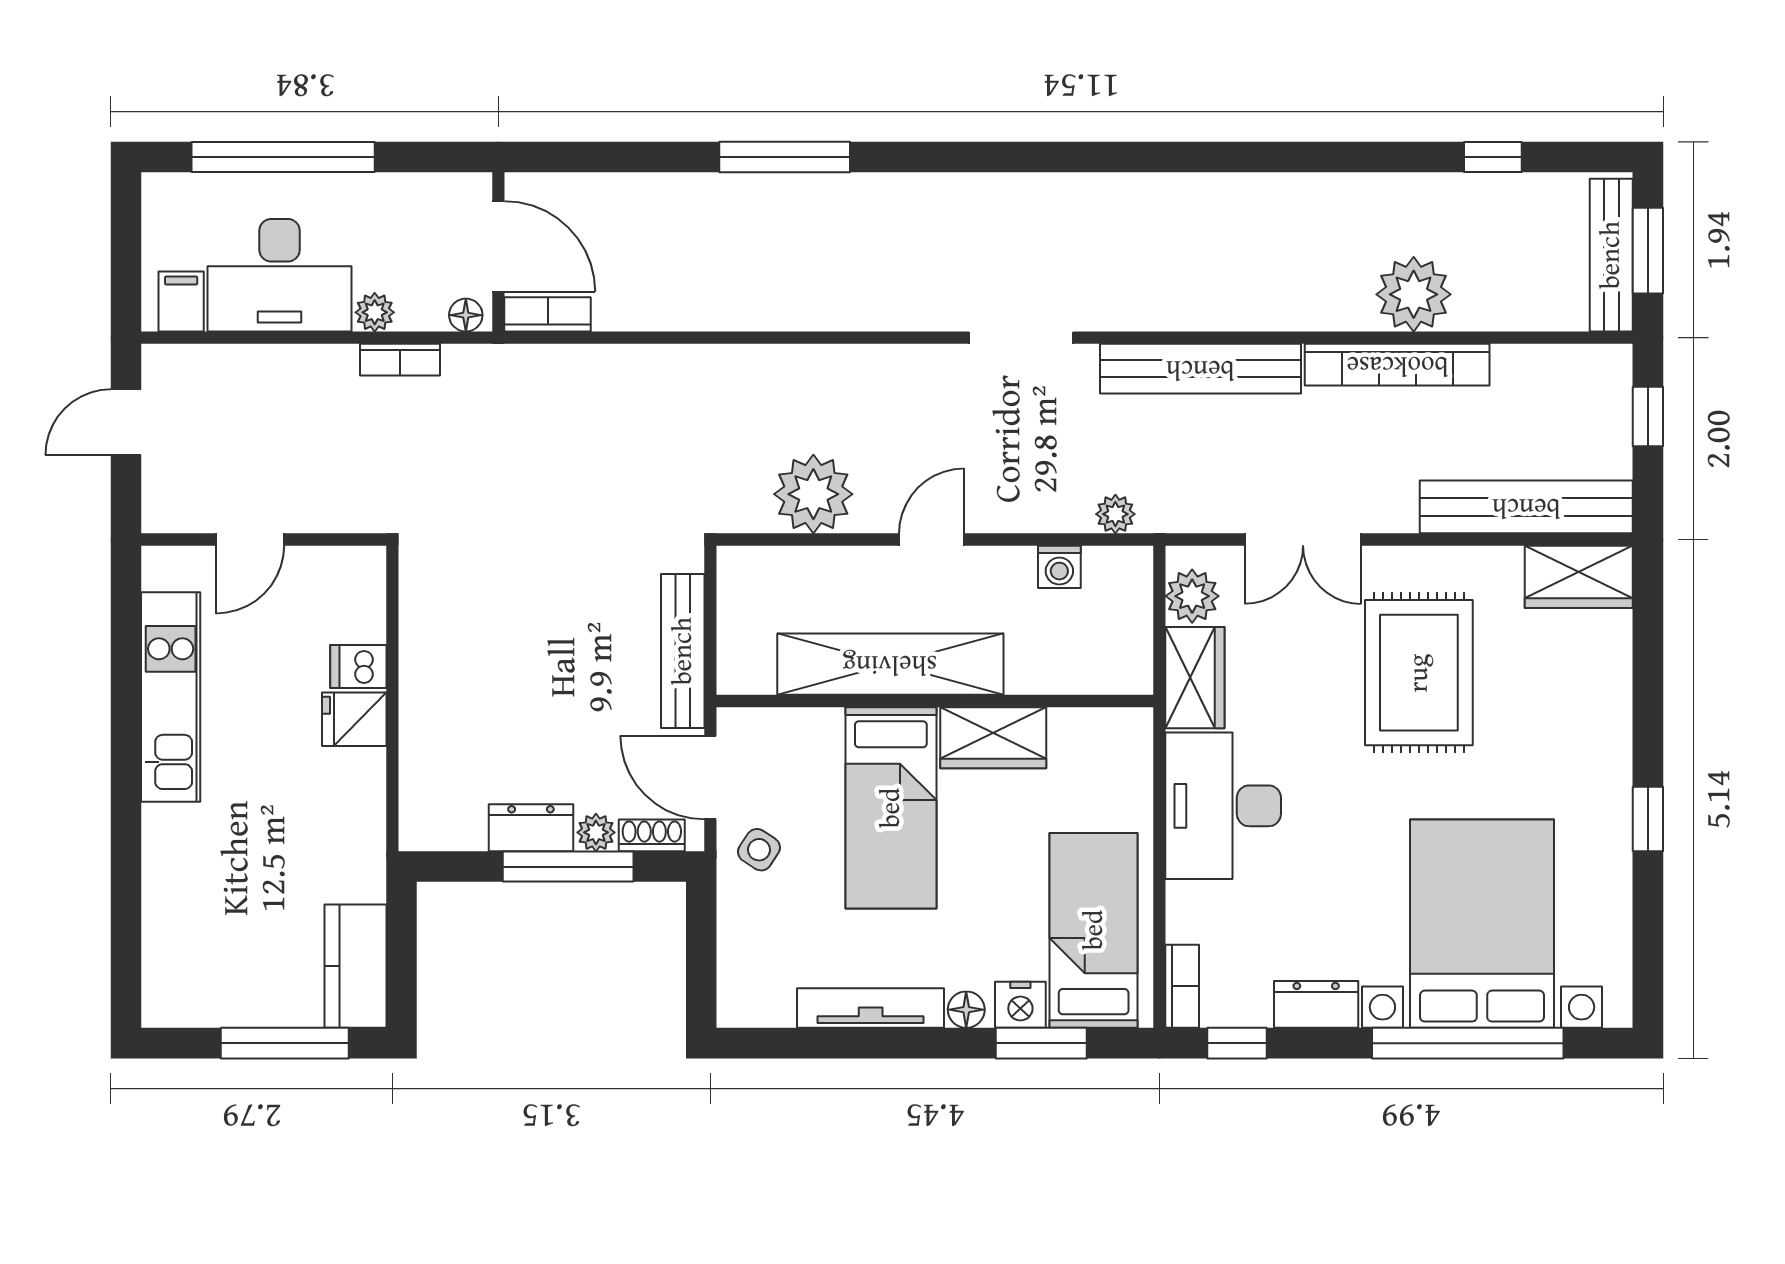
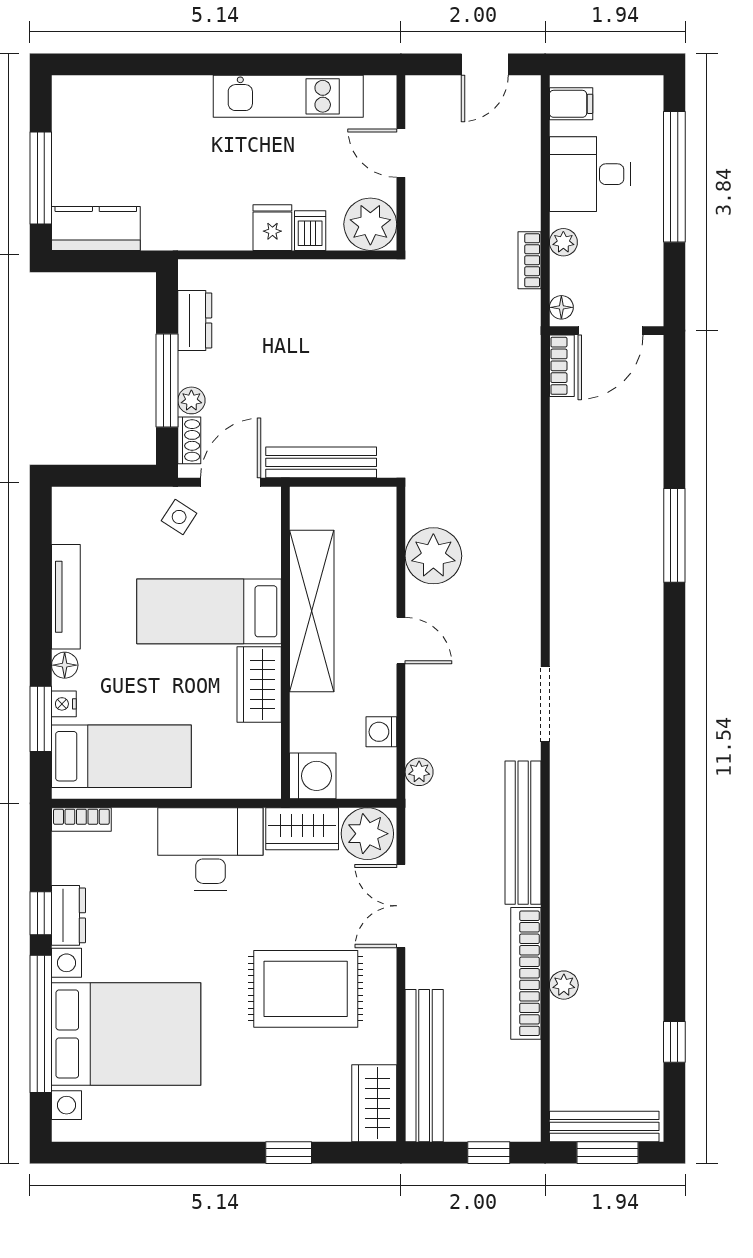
desk: (280, 275) -> (590, 174), width x0.73
plant: (1414, 294) -> (564, 985), width x0.53, depth x0.53
door: (126, 422) -> (485, 64), swing flipped
plant: (350, 582) -> (370, 224), added
plant: (1192, 596) -> (367, 834), width x1.36, depth x1.36
washing machine: (1121, 663) -> (313, 776), added
window: (1648, 819) -> (289, 1153), moved
dresser: (531, 828) -> (195, 320), moved
nightstand: (1020, 1005) -> (64, 704), width x0.72, depth x0.74
window: (1237, 1043) -> (41, 913), moved

